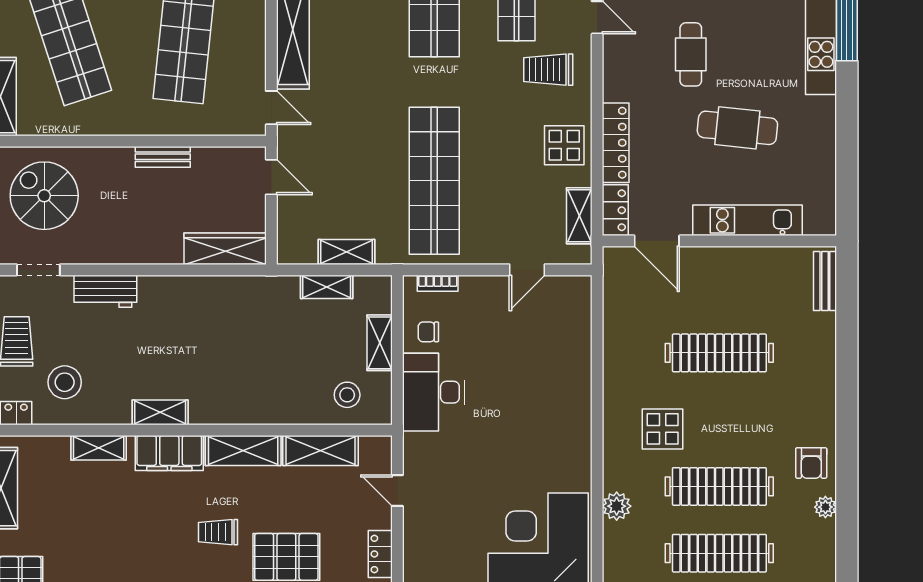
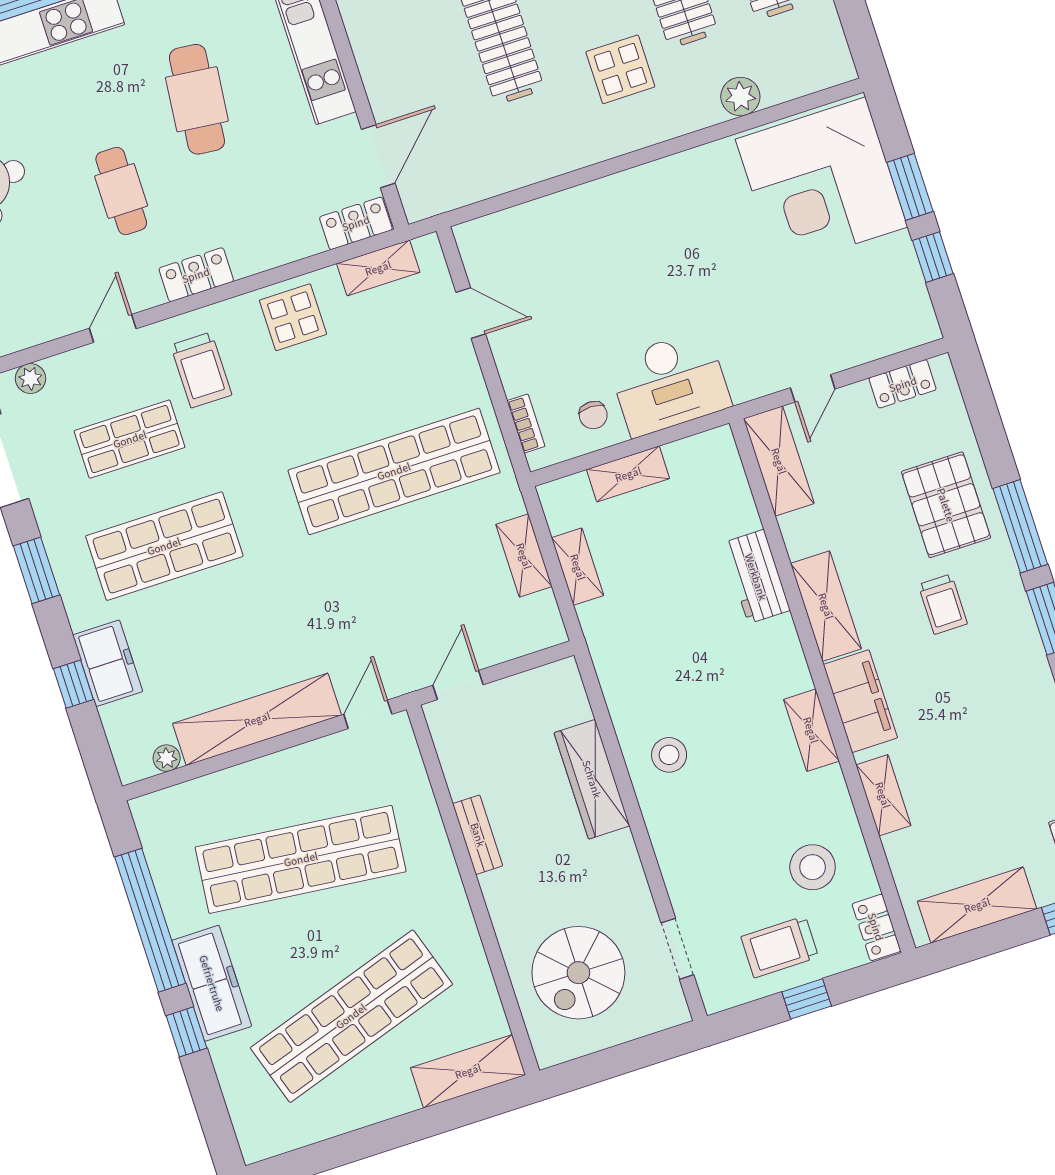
cafe table: (691, 54) -> (121, 191), turned 90
locker: (616, 143) -> (196, 275), moved, width x0.66
wardrobe: (225, 249) -> (592, 779), moved
workbench: (105, 291) -> (756, 577), moved, turned 180
stool: (347, 395) -> (669, 755), moved
shelving: (321, 450) -> (779, 461), moved

